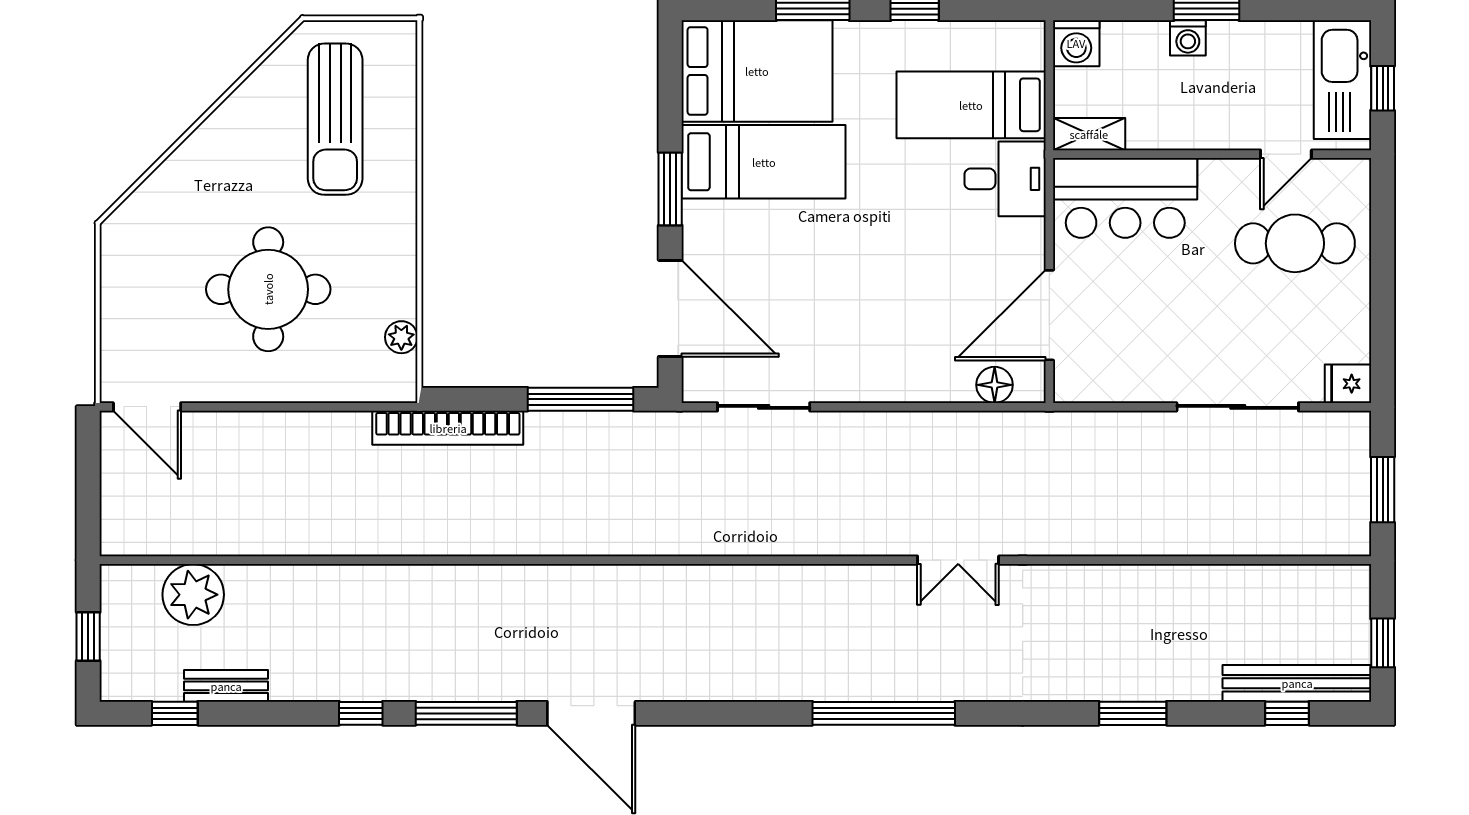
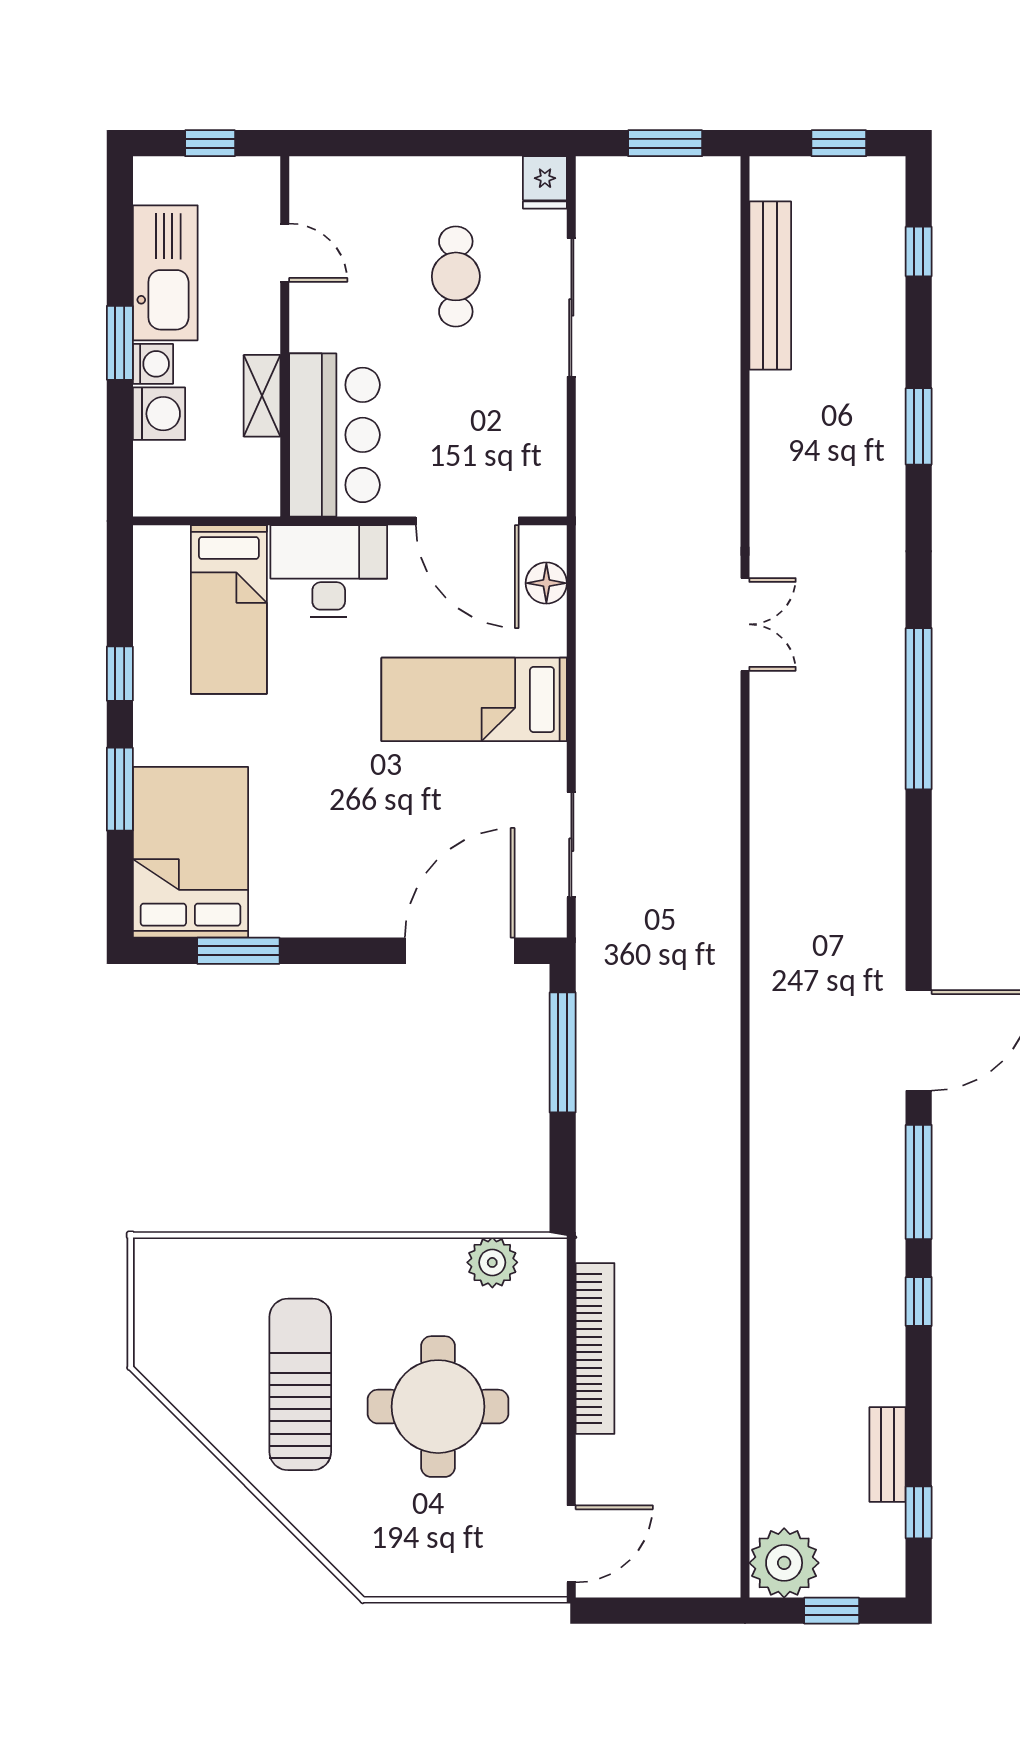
washing machine: (1076, 43) -> (159, 414), moved
kitchen sink: (1342, 80) -> (165, 273), moved, turned -90
sun lounger: (335, 119) -> (300, 1384), moved, turned -90
shelving: (1089, 134) -> (262, 396), moved
bed: (764, 162) -> (474, 699), moved, turned -90
desk: (1005, 179) -> (329, 571), width x1.37
window: (670, 189) -> (238, 951), moved
cafe table: (1295, 243) -> (456, 276), moved, width x0.73, depth x0.74
plant: (401, 337) -> (492, 1262), width x1.38, depth x1.38
bookcase: (448, 428) -> (595, 1348), moved
plant: (193, 595) -> (784, 1563), moved
bench: (1297, 683) -> (770, 286), moved

